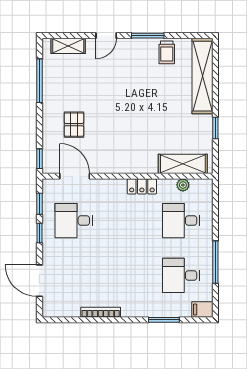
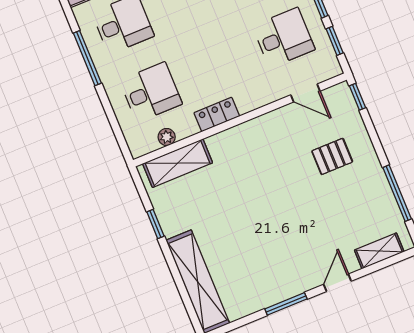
trolley: (167, 52) -> (254, 293), removed
pallet: (74, 125) -> (332, 156), turned 90
door: (75, 176) -> (305, 93), width x0.73

